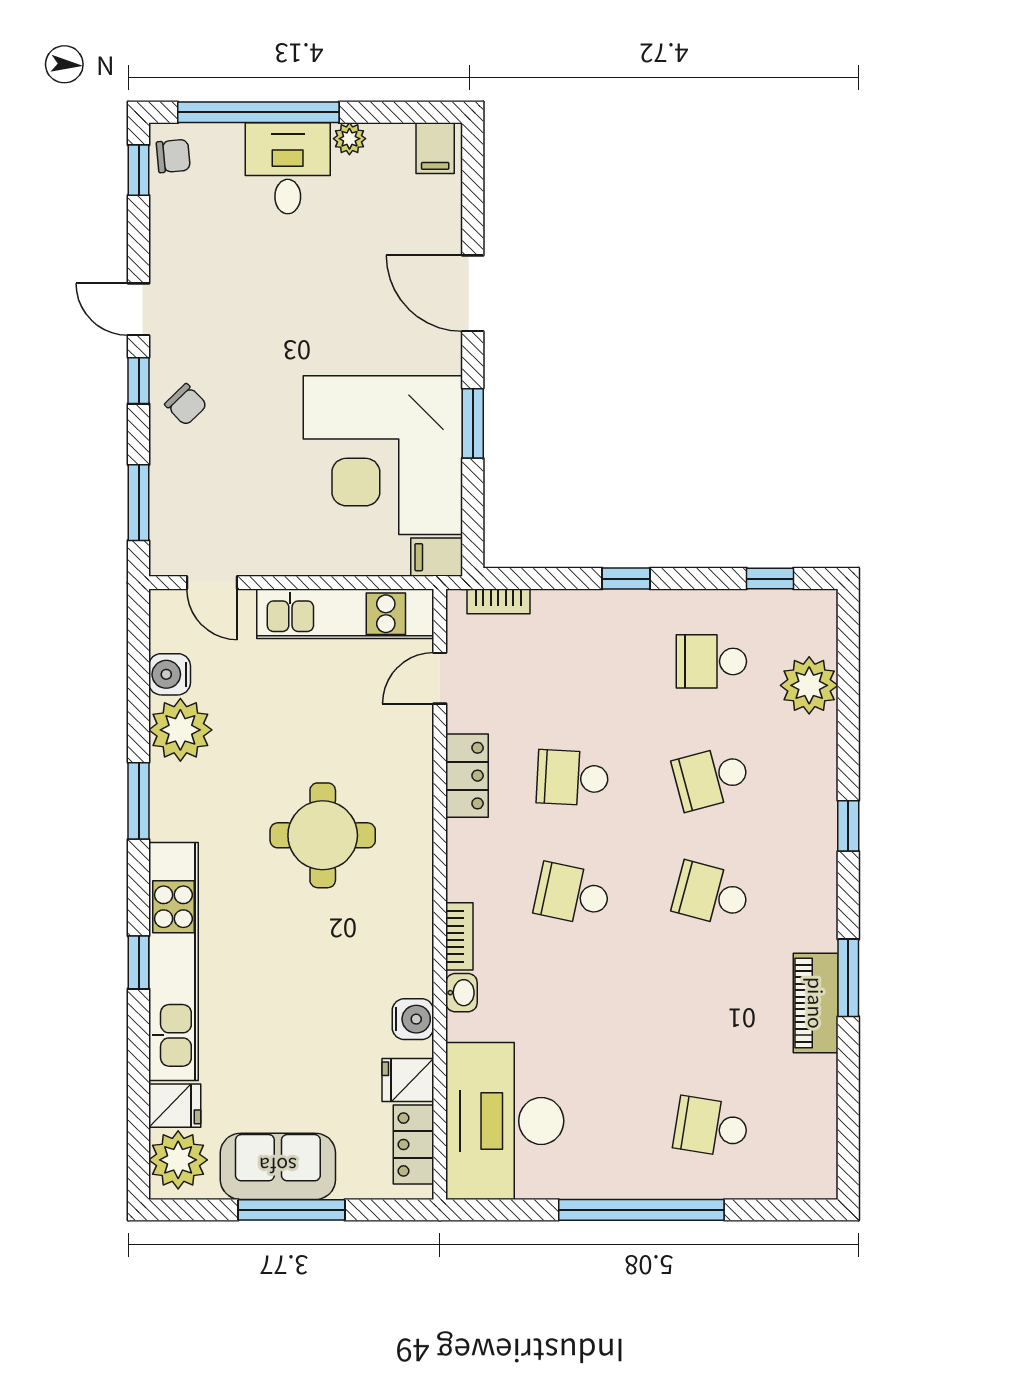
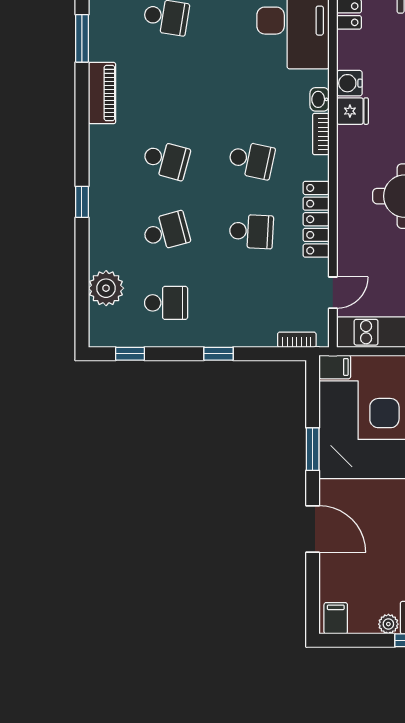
locker: (467, 776) -> (316, 219), width x1.53
window: (848, 978) -> (82, 38), moved
fridge: (408, 1080) -> (352, 111), moved

